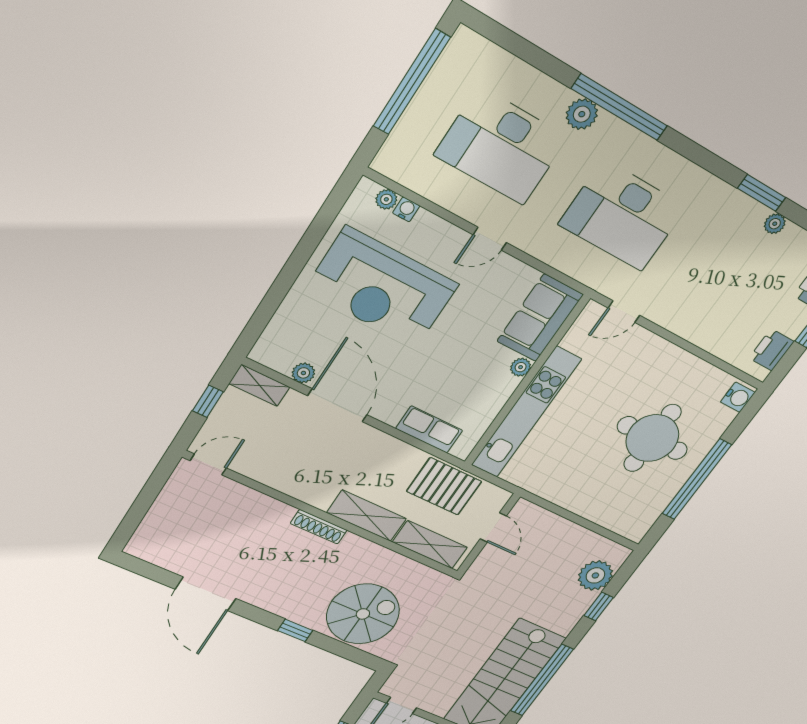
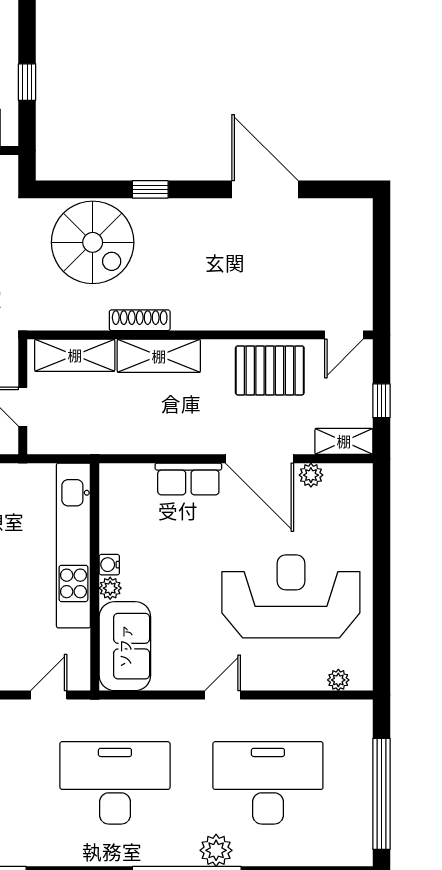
water cooler: (406, 209) -> (109, 565), moved, turned 90
row of seats: (429, 430) -> (188, 479), moved
pallet: (444, 486) -> (270, 370), moved
shoe rack: (319, 527) -> (140, 320), moved
spiral stairs: (363, 614) -> (93, 242), turned -90

